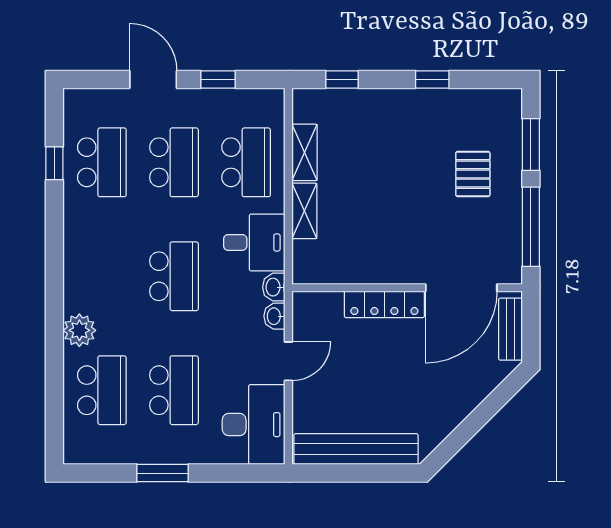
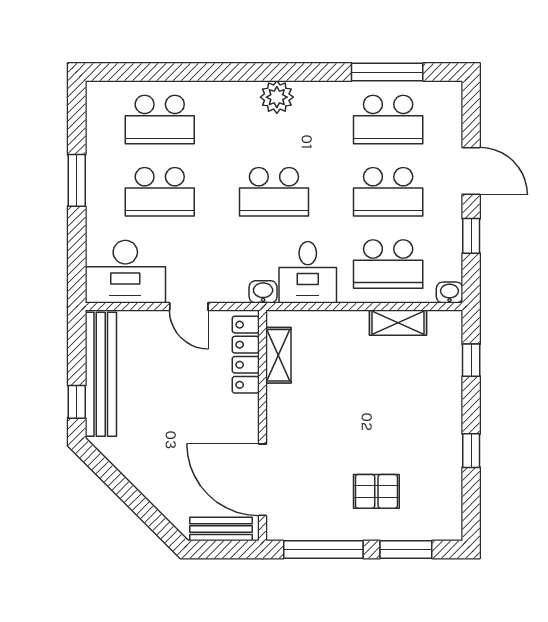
door: (153, 79) -> (471, 171), hinge flipped
window: (54, 163) -> (387, 72), width x2.17
shelving: (304, 211) -> (278, 355), moved, turned 90
locker: (384, 304) -> (246, 355), moved
washbasin: (274, 316) -> (449, 293), moved
plant: (79, 330) -> (277, 97), moved
window: (383, 473) -> (77, 402), added

